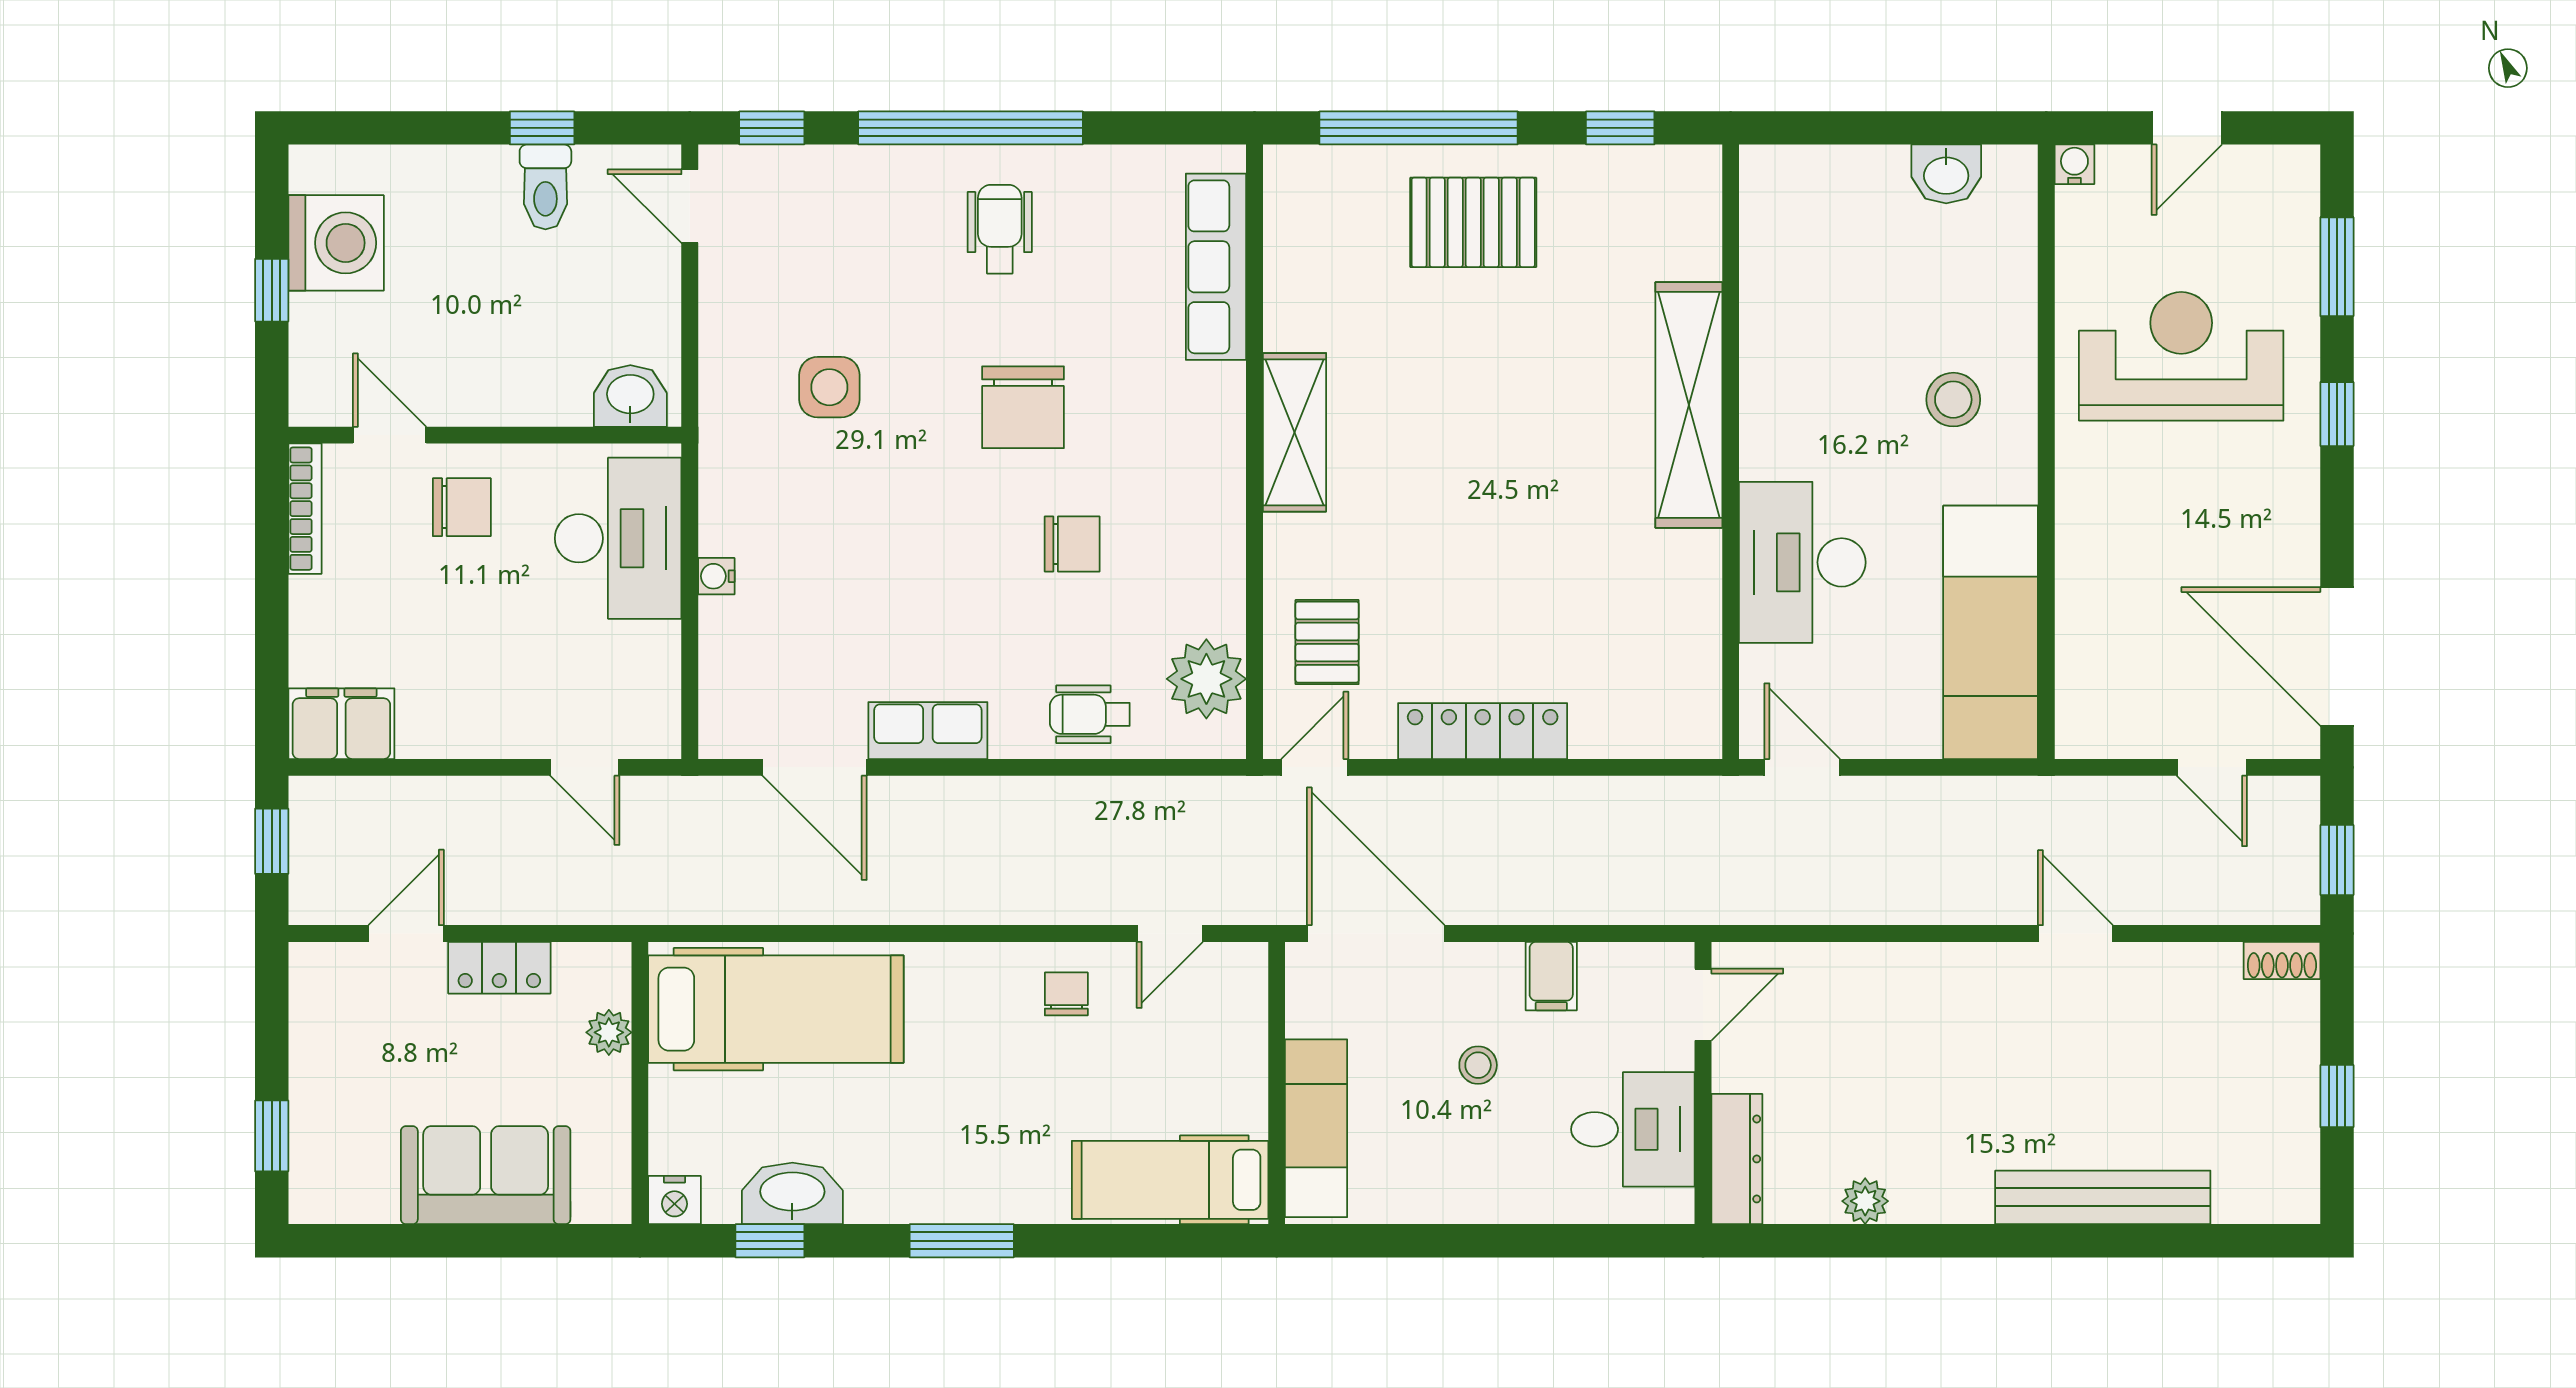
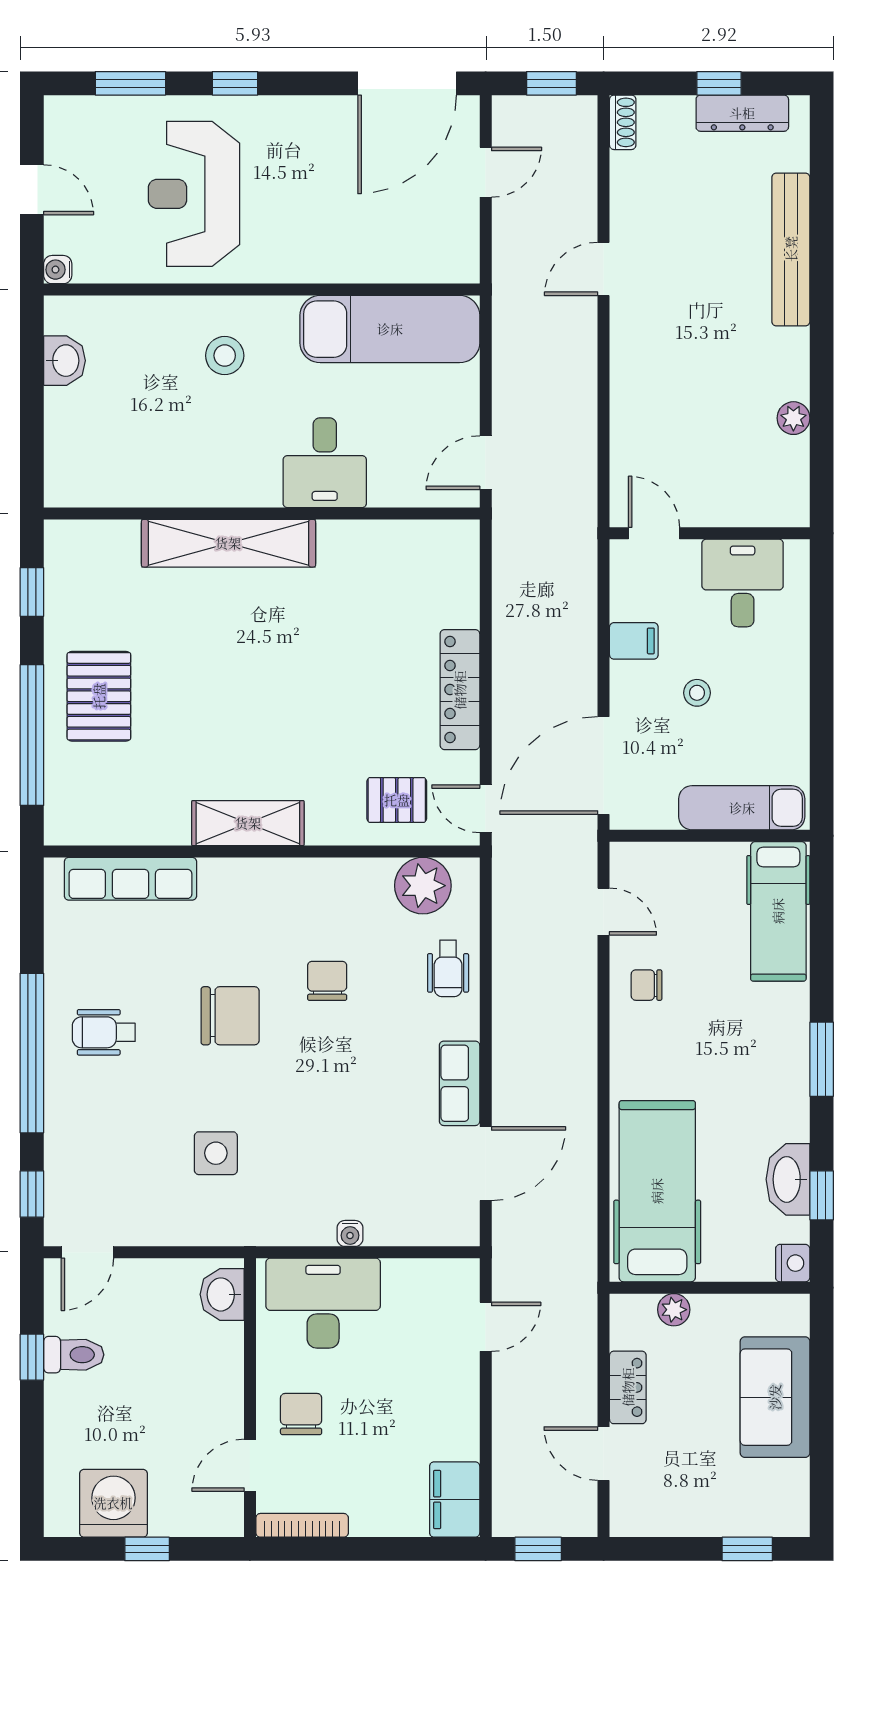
desk: (1802, 562) -> (325, 463), width x0.73
dresser: (1737, 1159) -> (742, 113), moved, turned 180

